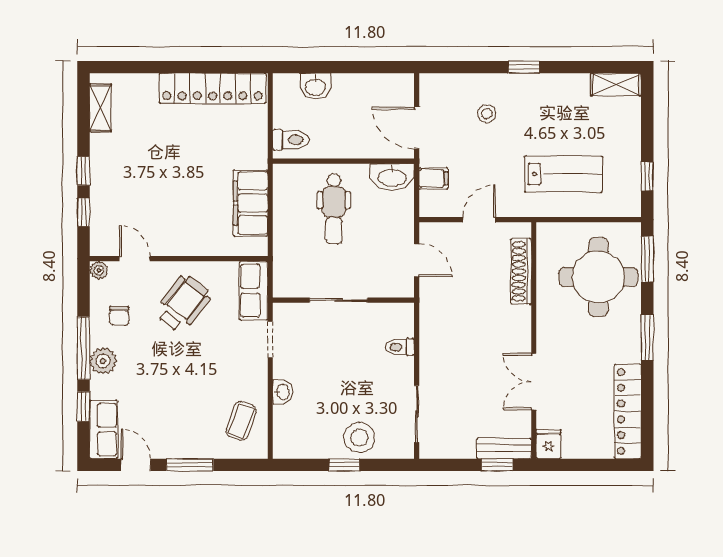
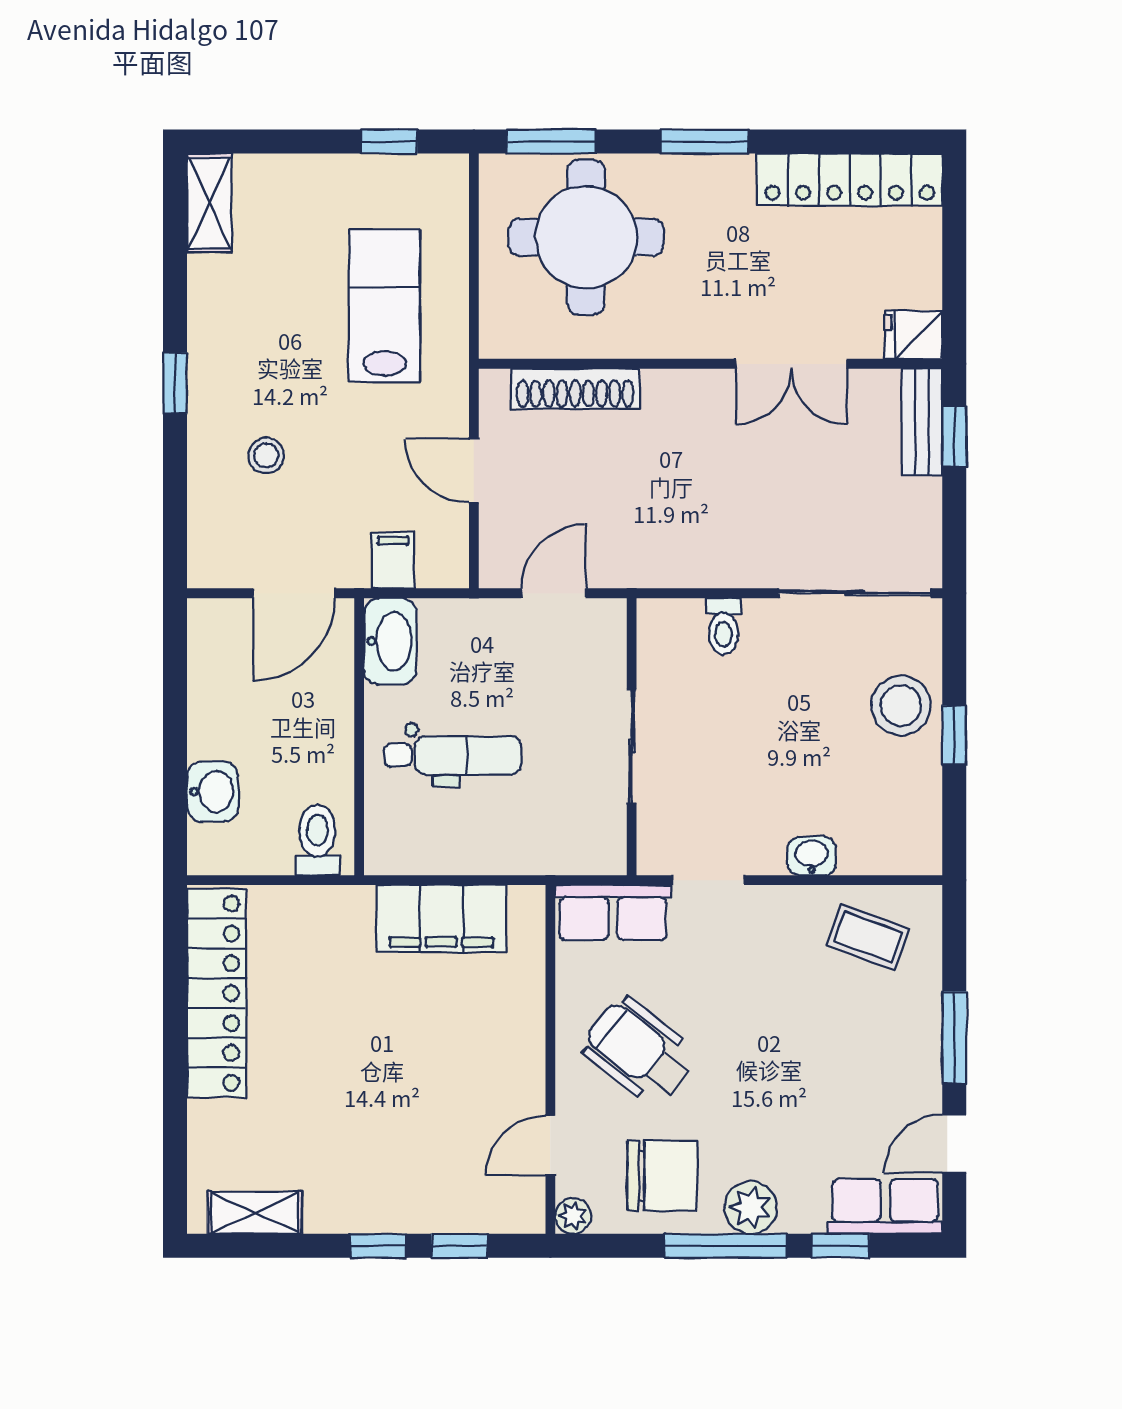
chair: (119, 316) -> (662, 1176), width x1.87, depth x1.87
sliding door: (417, 414) -> (855, 593), width x1.37

